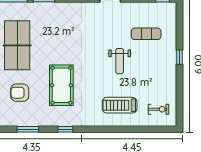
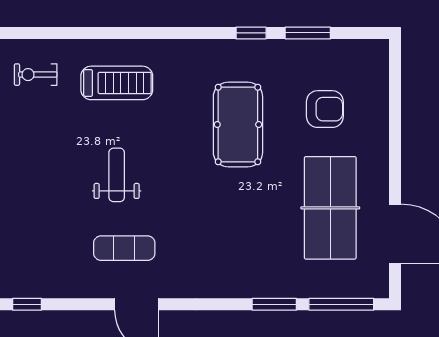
exercise mat: (146, 34) -> (124, 248), moved
window: (65, 129) -> (251, 33), moved

